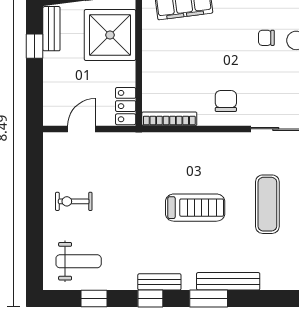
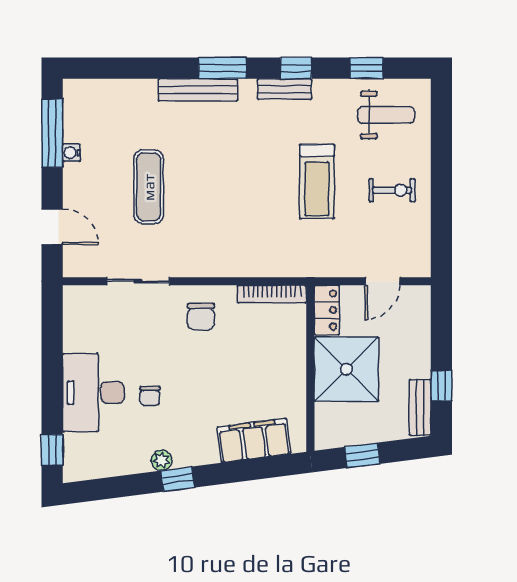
shower: (110, 35) -> (346, 369), moved
chair: (266, 38) -> (150, 396), turned 90
treadmill: (195, 208) -> (317, 182), moved, turned -90
weight bench: (79, 261) -> (386, 115), turned 180

